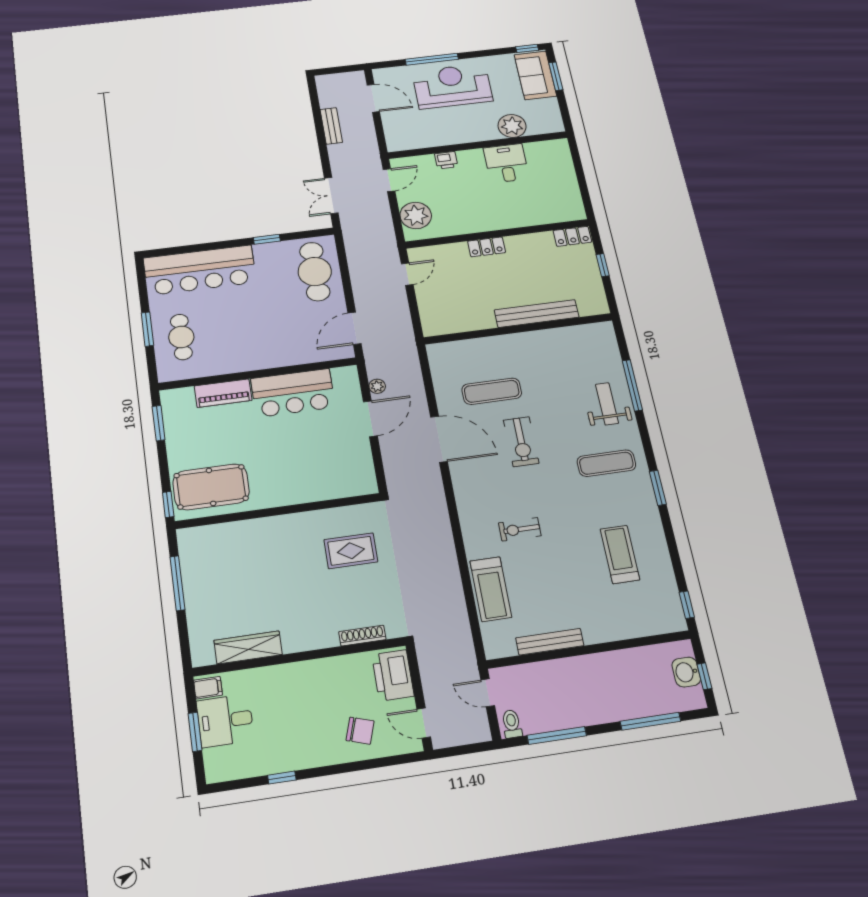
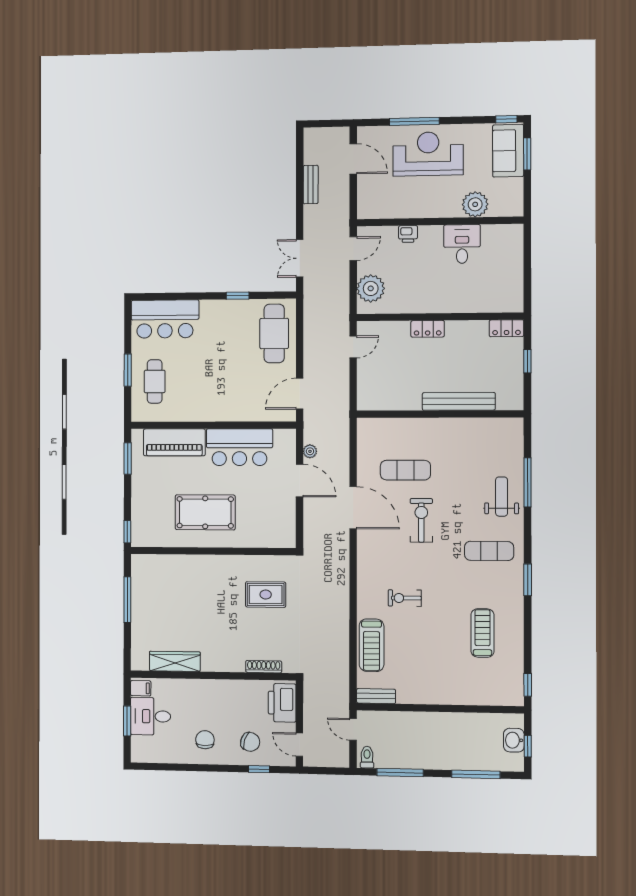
bar counter: (200, 270) -> (165, 319), width x0.73
piano: (223, 393) -> (174, 442), width x1.37, depth x1.33
door: (370, 419) -> (300, 480), hinge flipped
exercise bike: (521, 442) -> (421, 520), turned 180
pool table: (211, 487) -> (205, 512), moved
bench: (550, 642) -> (376, 696), moved, width x0.73
chair: (301, 738) -> (205, 740), added
window: (282, 778) -> (259, 769), moved

